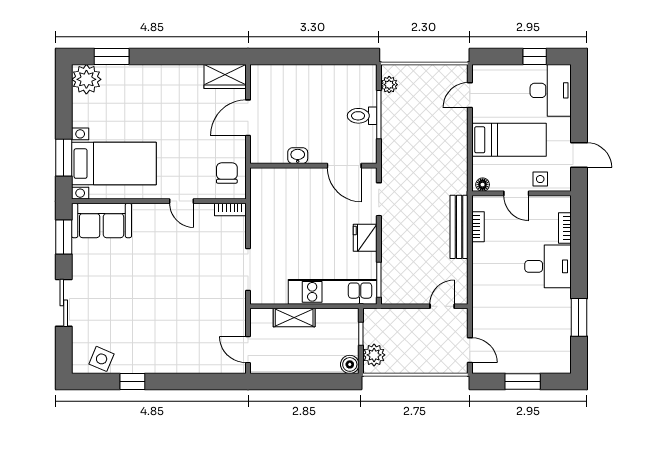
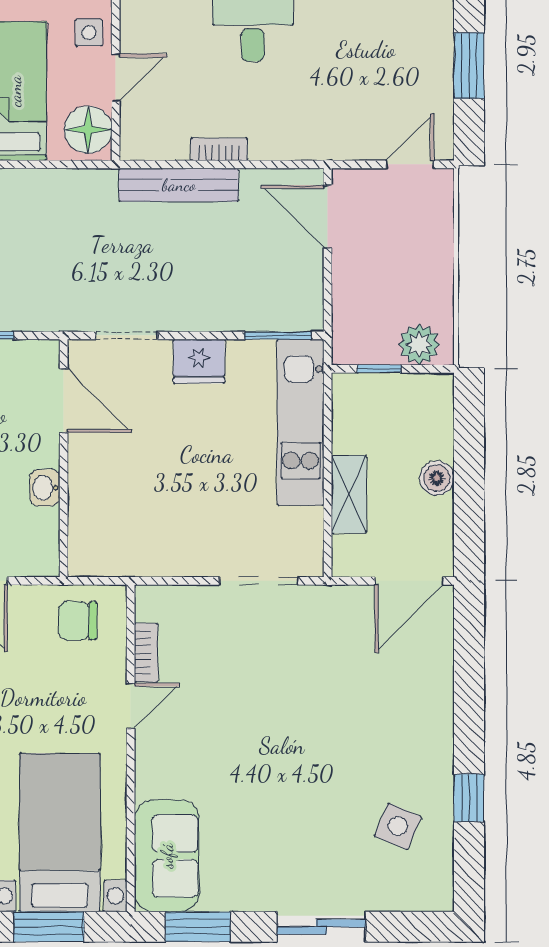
door: (344, 166) -> (64, 400), hinge flipped
floor lamp: (483, 185) -> (88, 130), width x1.89, depth x1.89
bookcase: (230, 210) -> (146, 653), moved
bookcase: (478, 227) -> (219, 149), moved
door: (442, 306) -> (328, 217), width x1.38
door: (248, 350) -> (409, 581), width x1.38
side table: (102, 359) -> (398, 826), moved
boiler: (350, 364) -> (437, 478), moved

